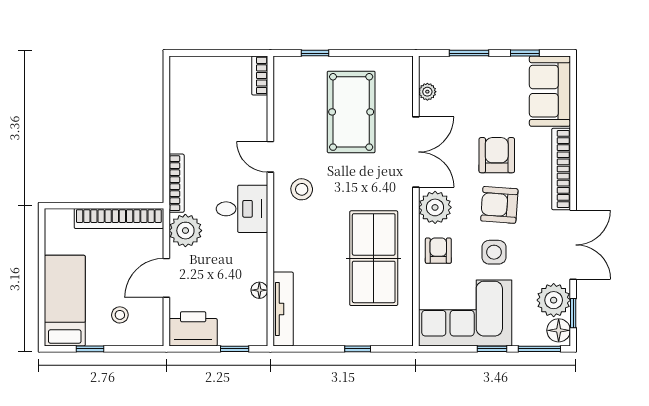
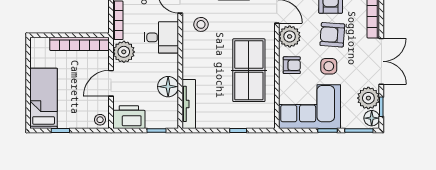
armchair: (438, 251) -> (292, 65), turned 90
floor lamp: (259, 290) -> (168, 87), width x1.89, depth x1.89
stool: (120, 315) -> (100, 120), moved

